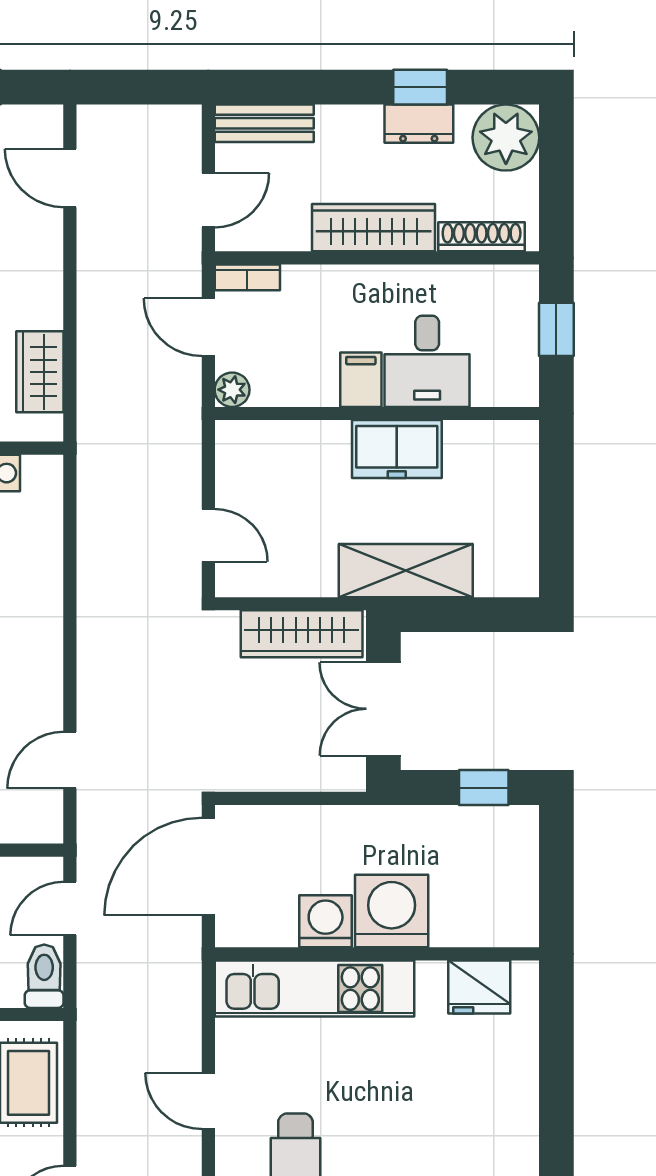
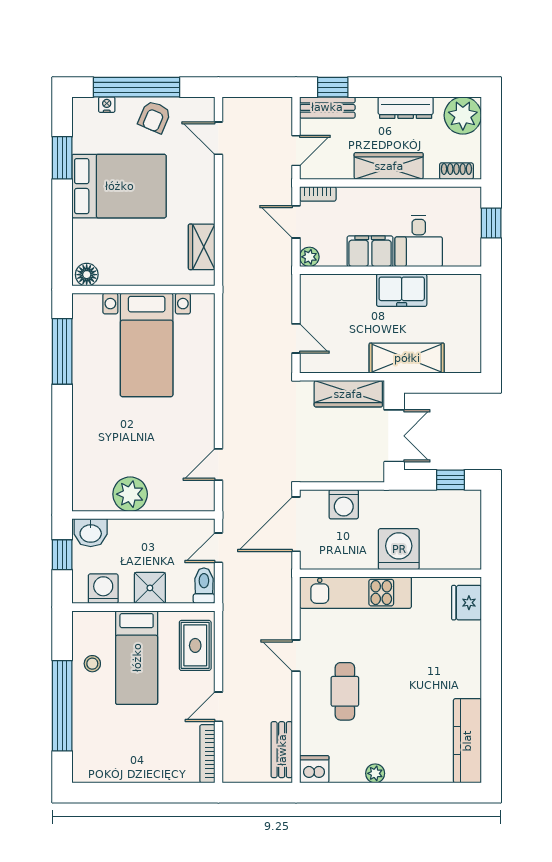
window: (420, 87) -> (333, 87), moved
dresser: (419, 124) -> (406, 108), width x1.44
shoe rack: (482, 237) -> (456, 171), width x0.70
filing cabinet: (361, 380) -> (370, 251), width x2.00
double door: (383, 709) -> (394, 436), swing flipped
washing machine: (326, 921) -> (344, 504), moved, turned 180
fridge: (479, 987) -> (467, 603), moved, turned 90

